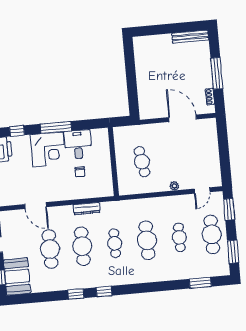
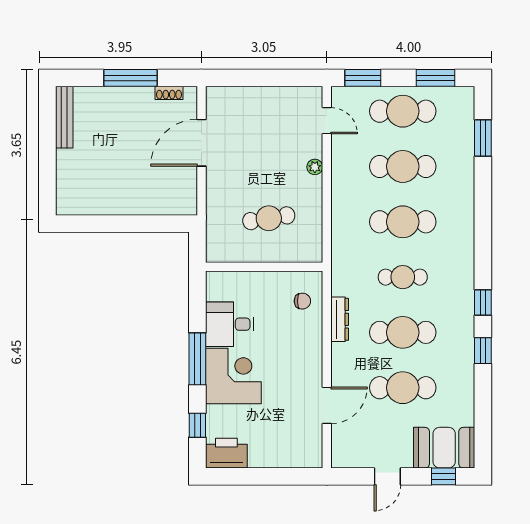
chair: (80, 172) -> (302, 301), moved
cafe table: (179, 237) -> (403, 166), width x1.37, depth x1.35

